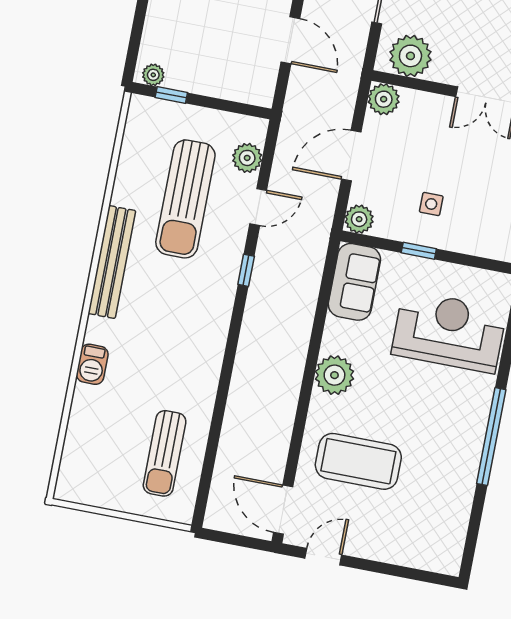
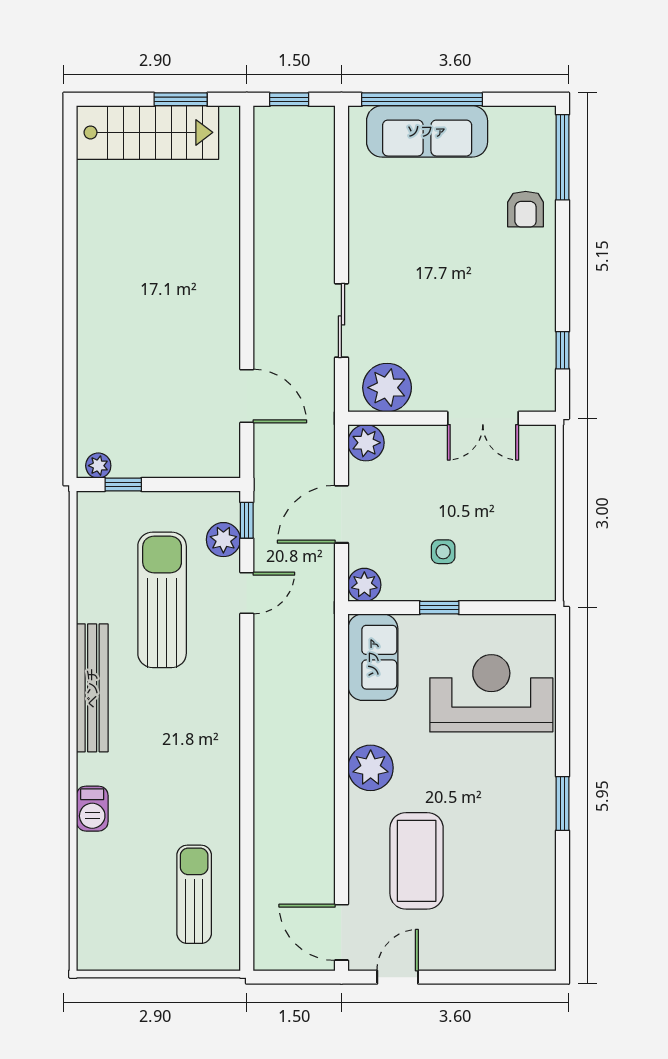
sun lounger: (185, 199) -> (162, 600), turned 180
window: (246, 270) -> (247, 520), moved
window: (491, 437) -> (563, 803), width x0.47
sun lounger: (165, 453) -> (194, 894), turned 180
coffee table: (358, 461) -> (417, 861), turned 90

